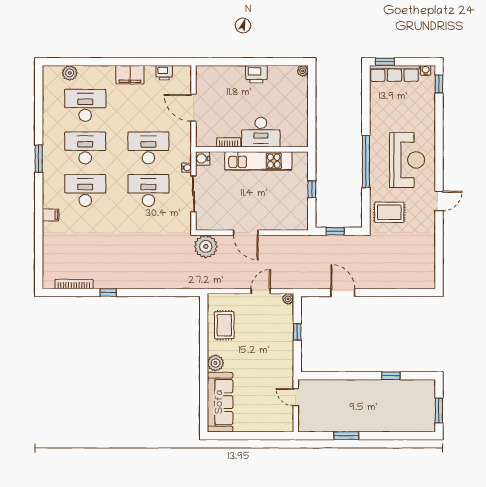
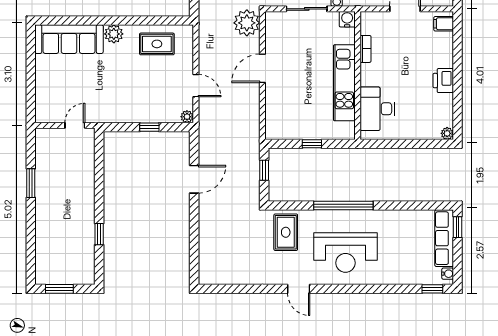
filing cabinet: (207, 74) -> (444, 24), added
desk: (261, 132) -> (377, 109), moved

